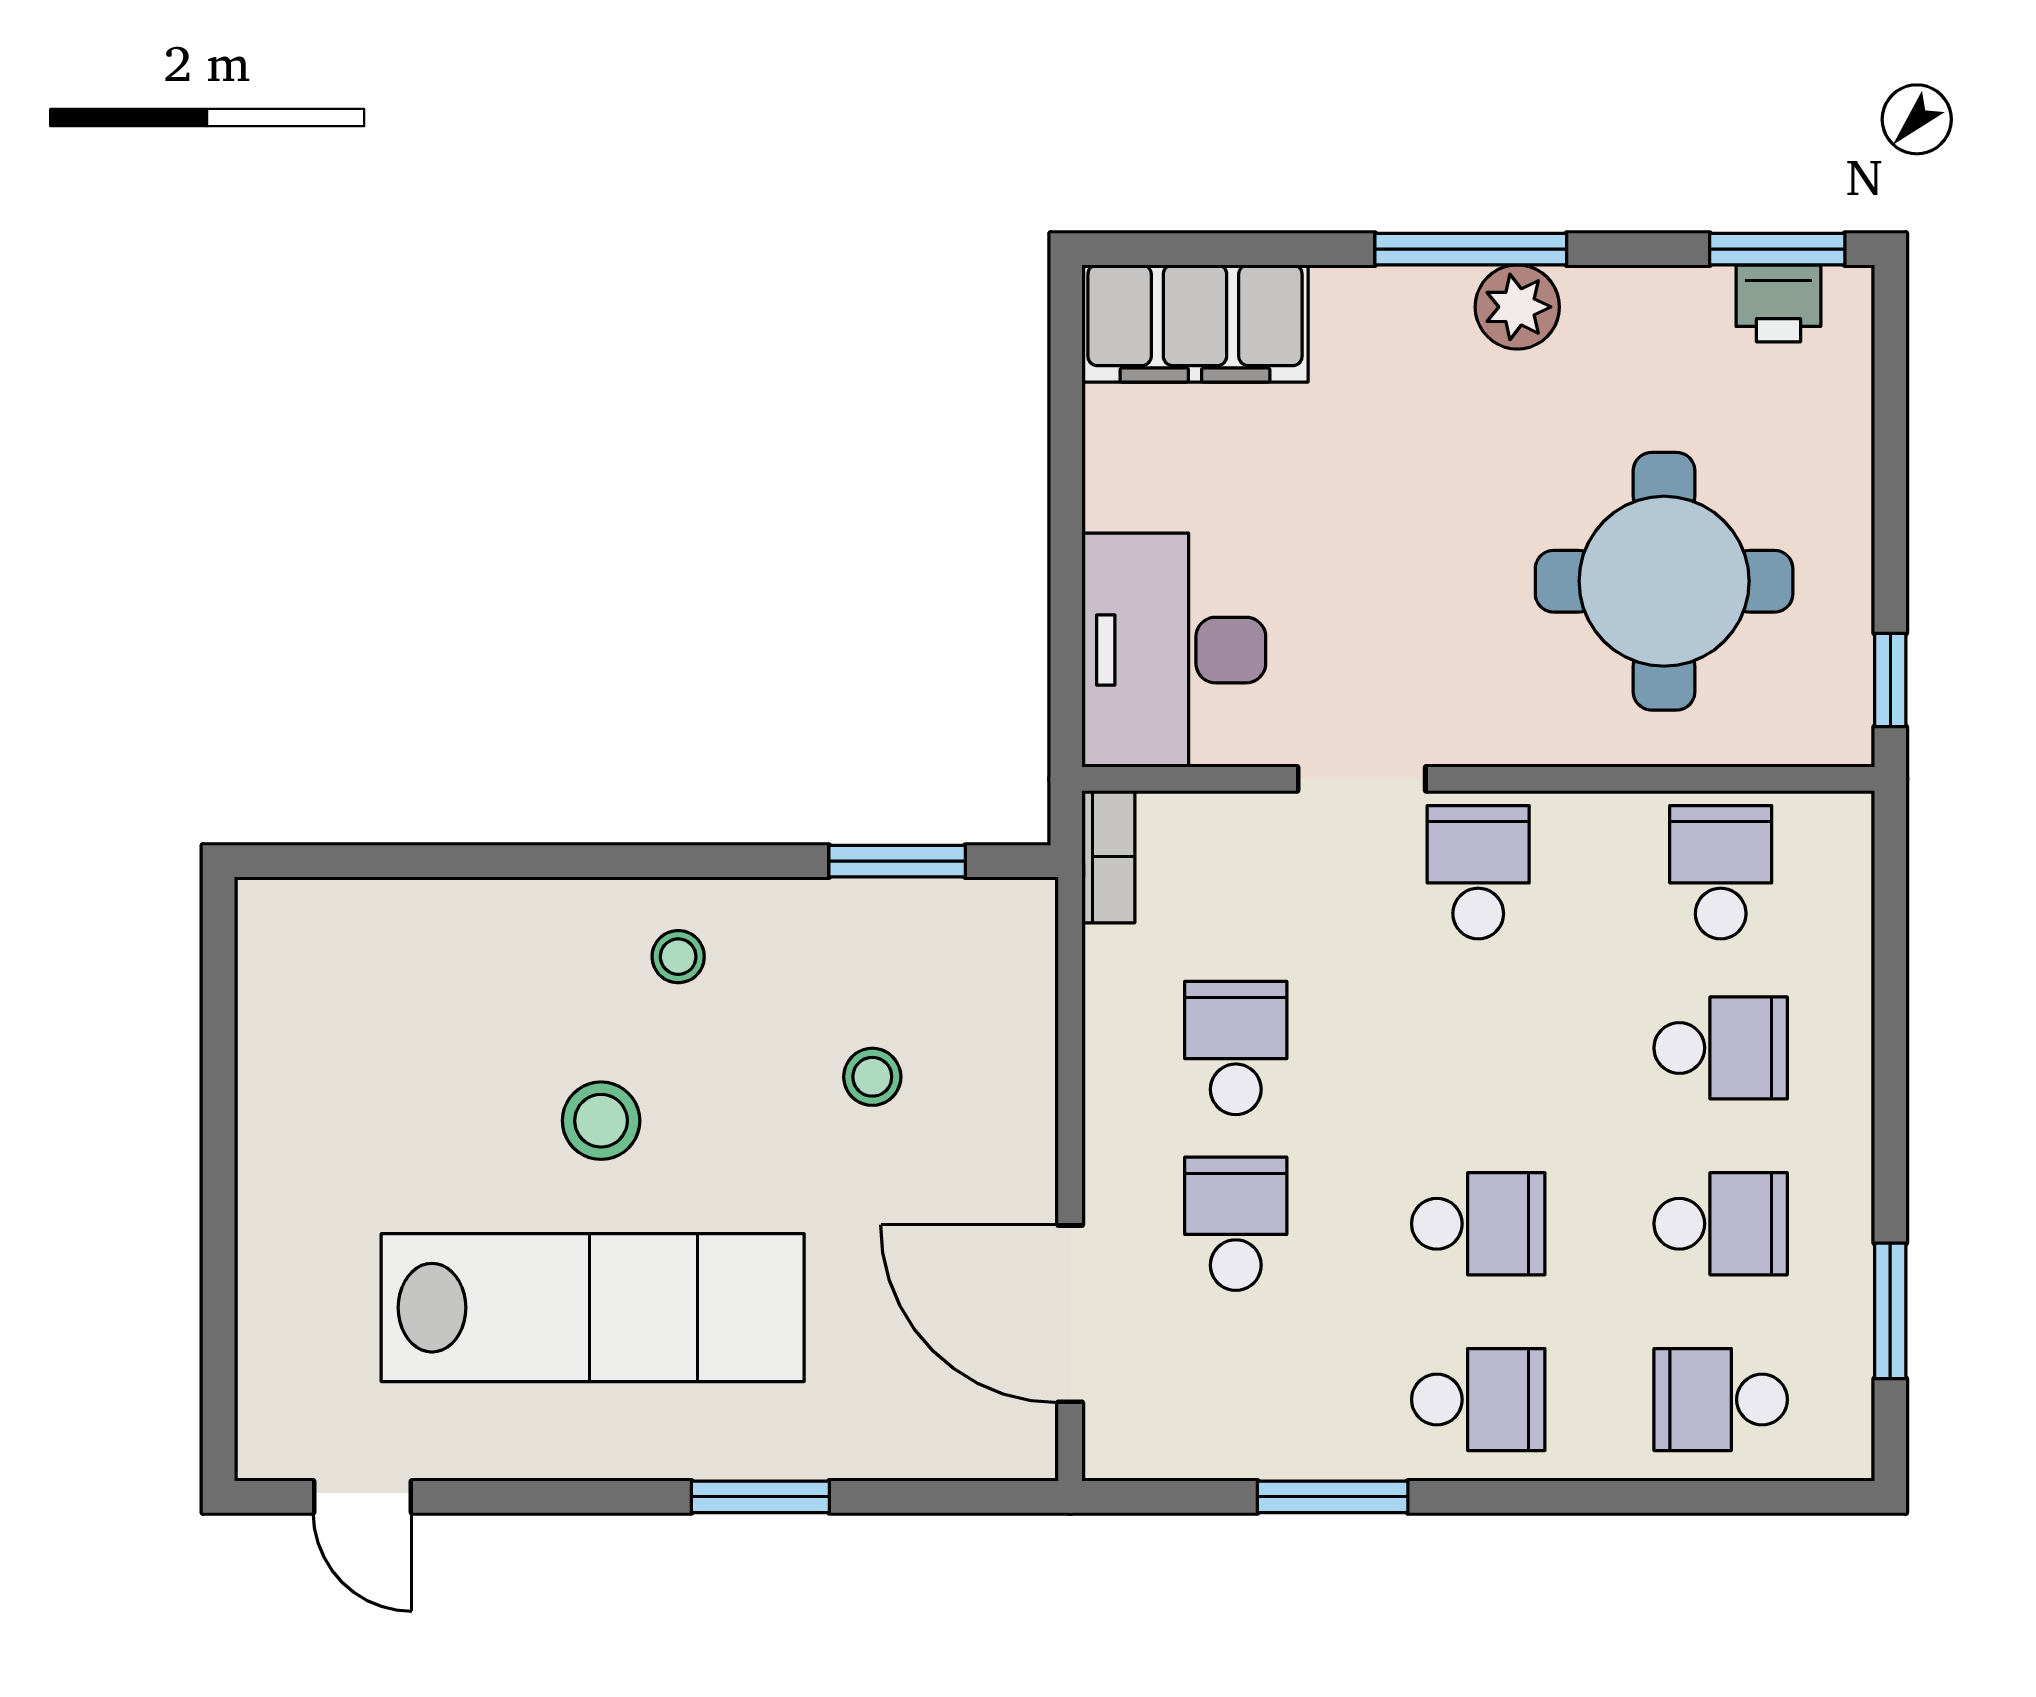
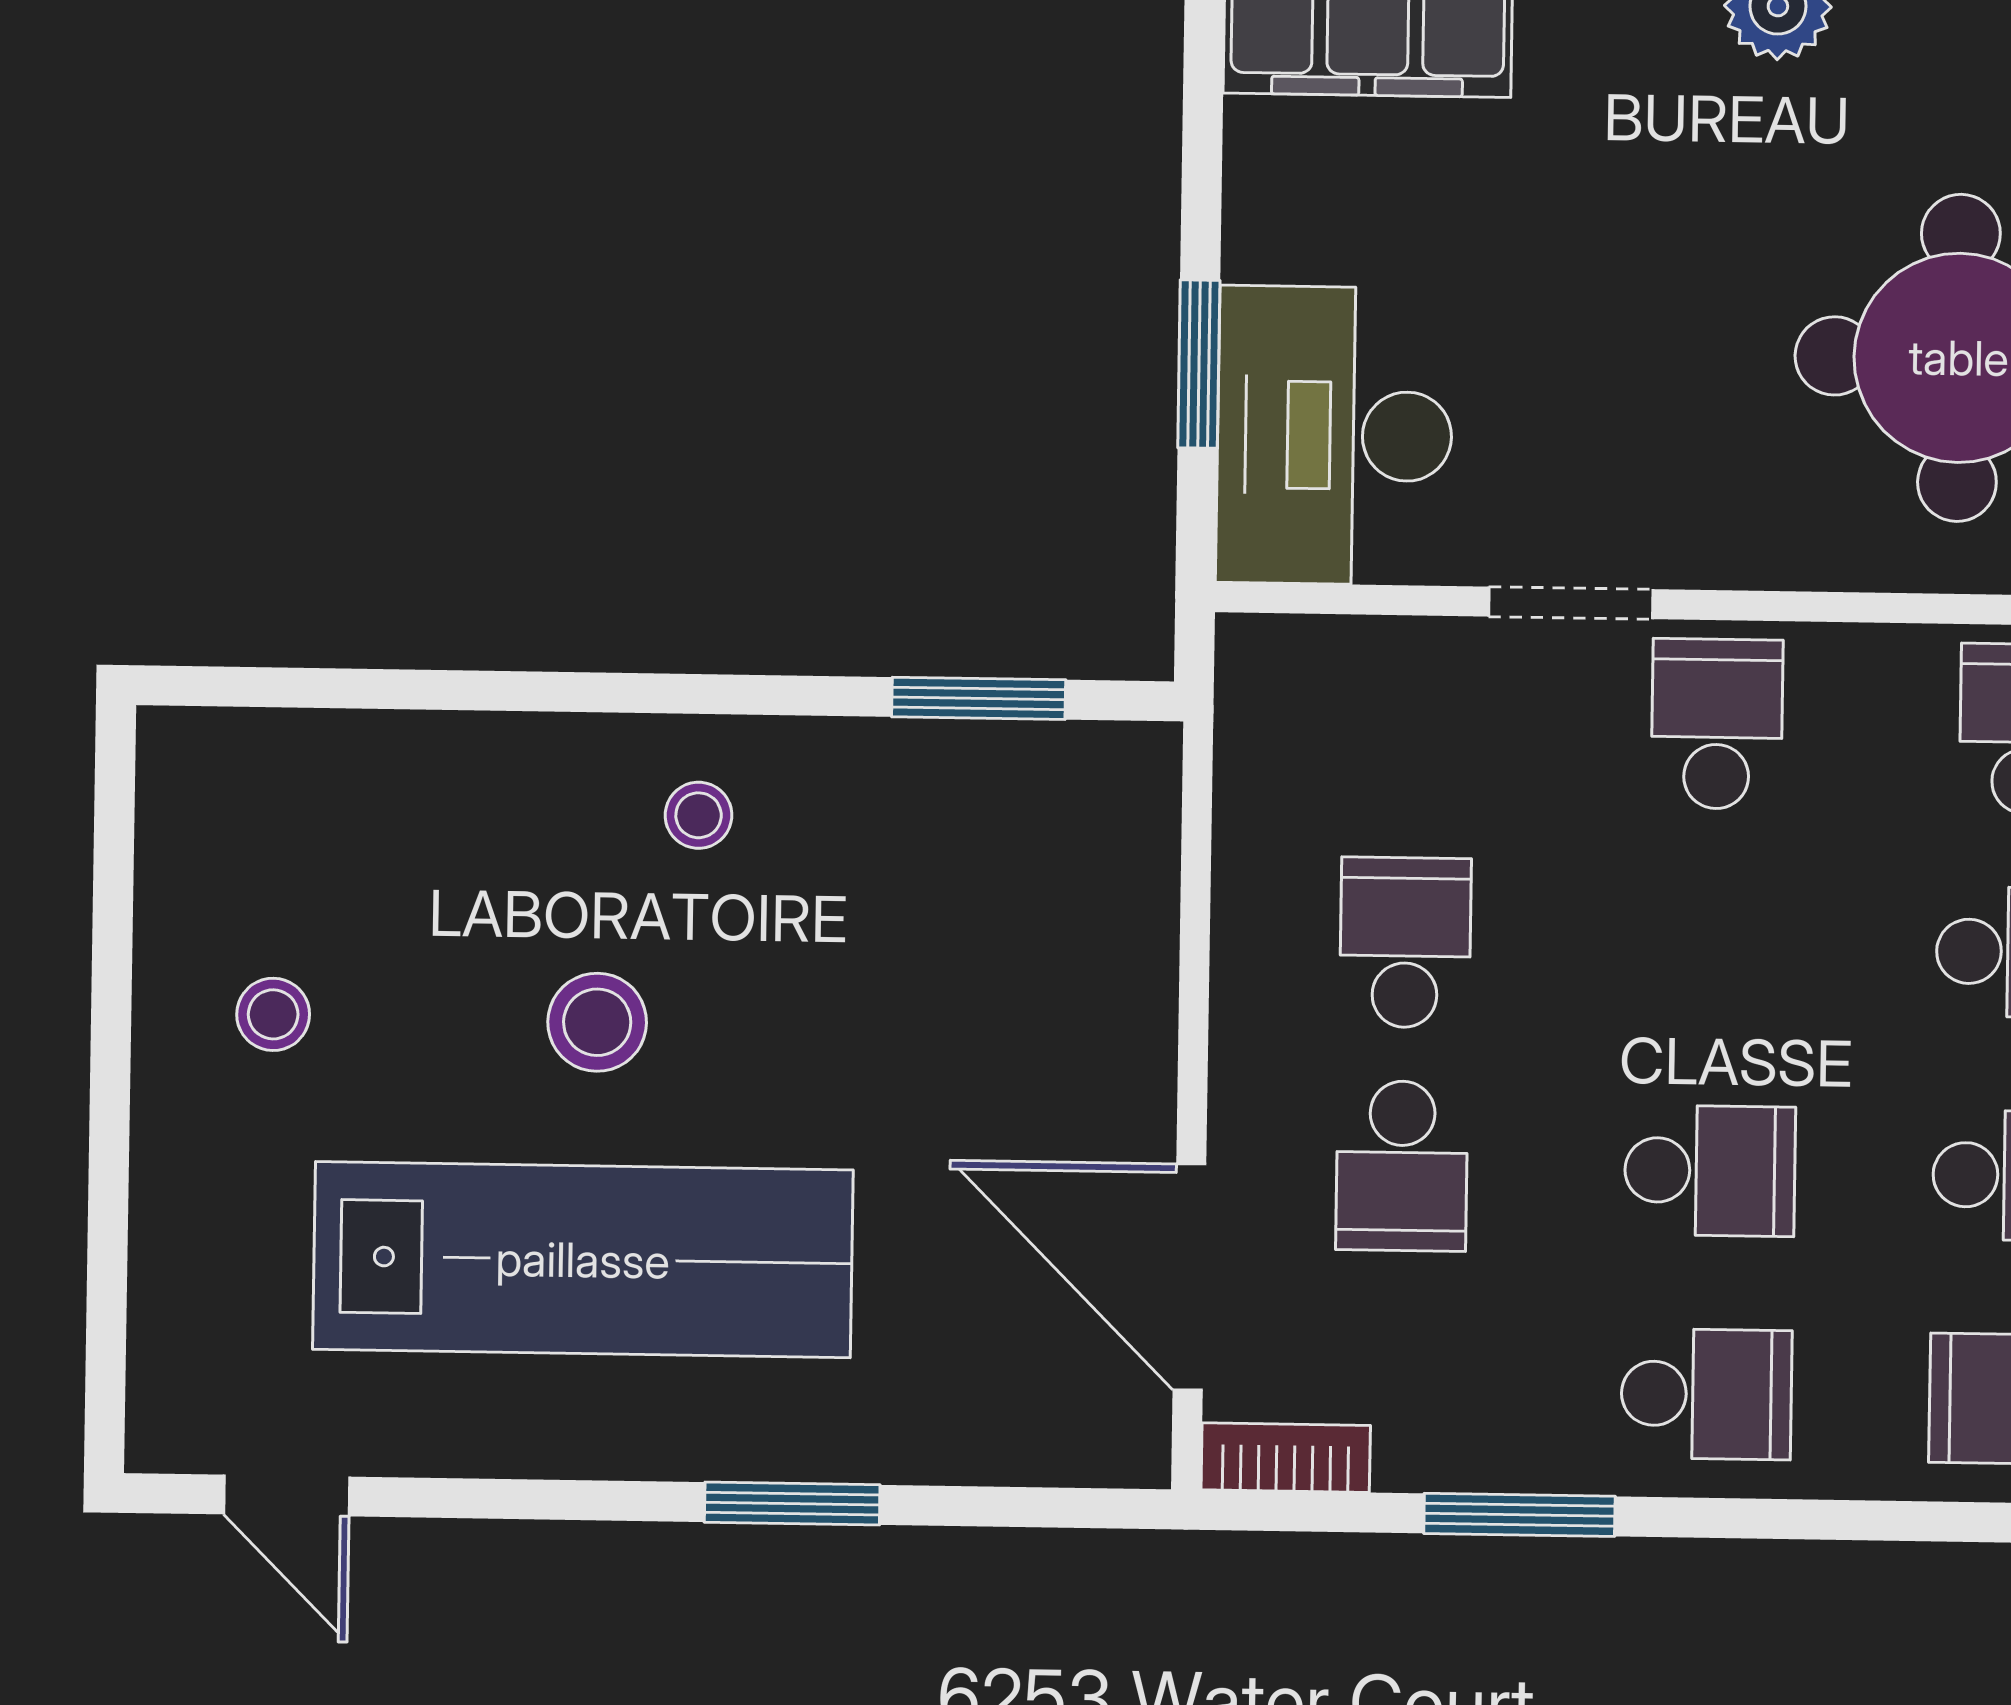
window: (1066, 596) -> (1199, 364), added
bookcase: (1108, 857) -> (1286, 1458), moved, turned -90
stool: (872, 1077) -> (273, 1014), moved
school desk: (1236, 1224) -> (1402, 1166), turned 180

